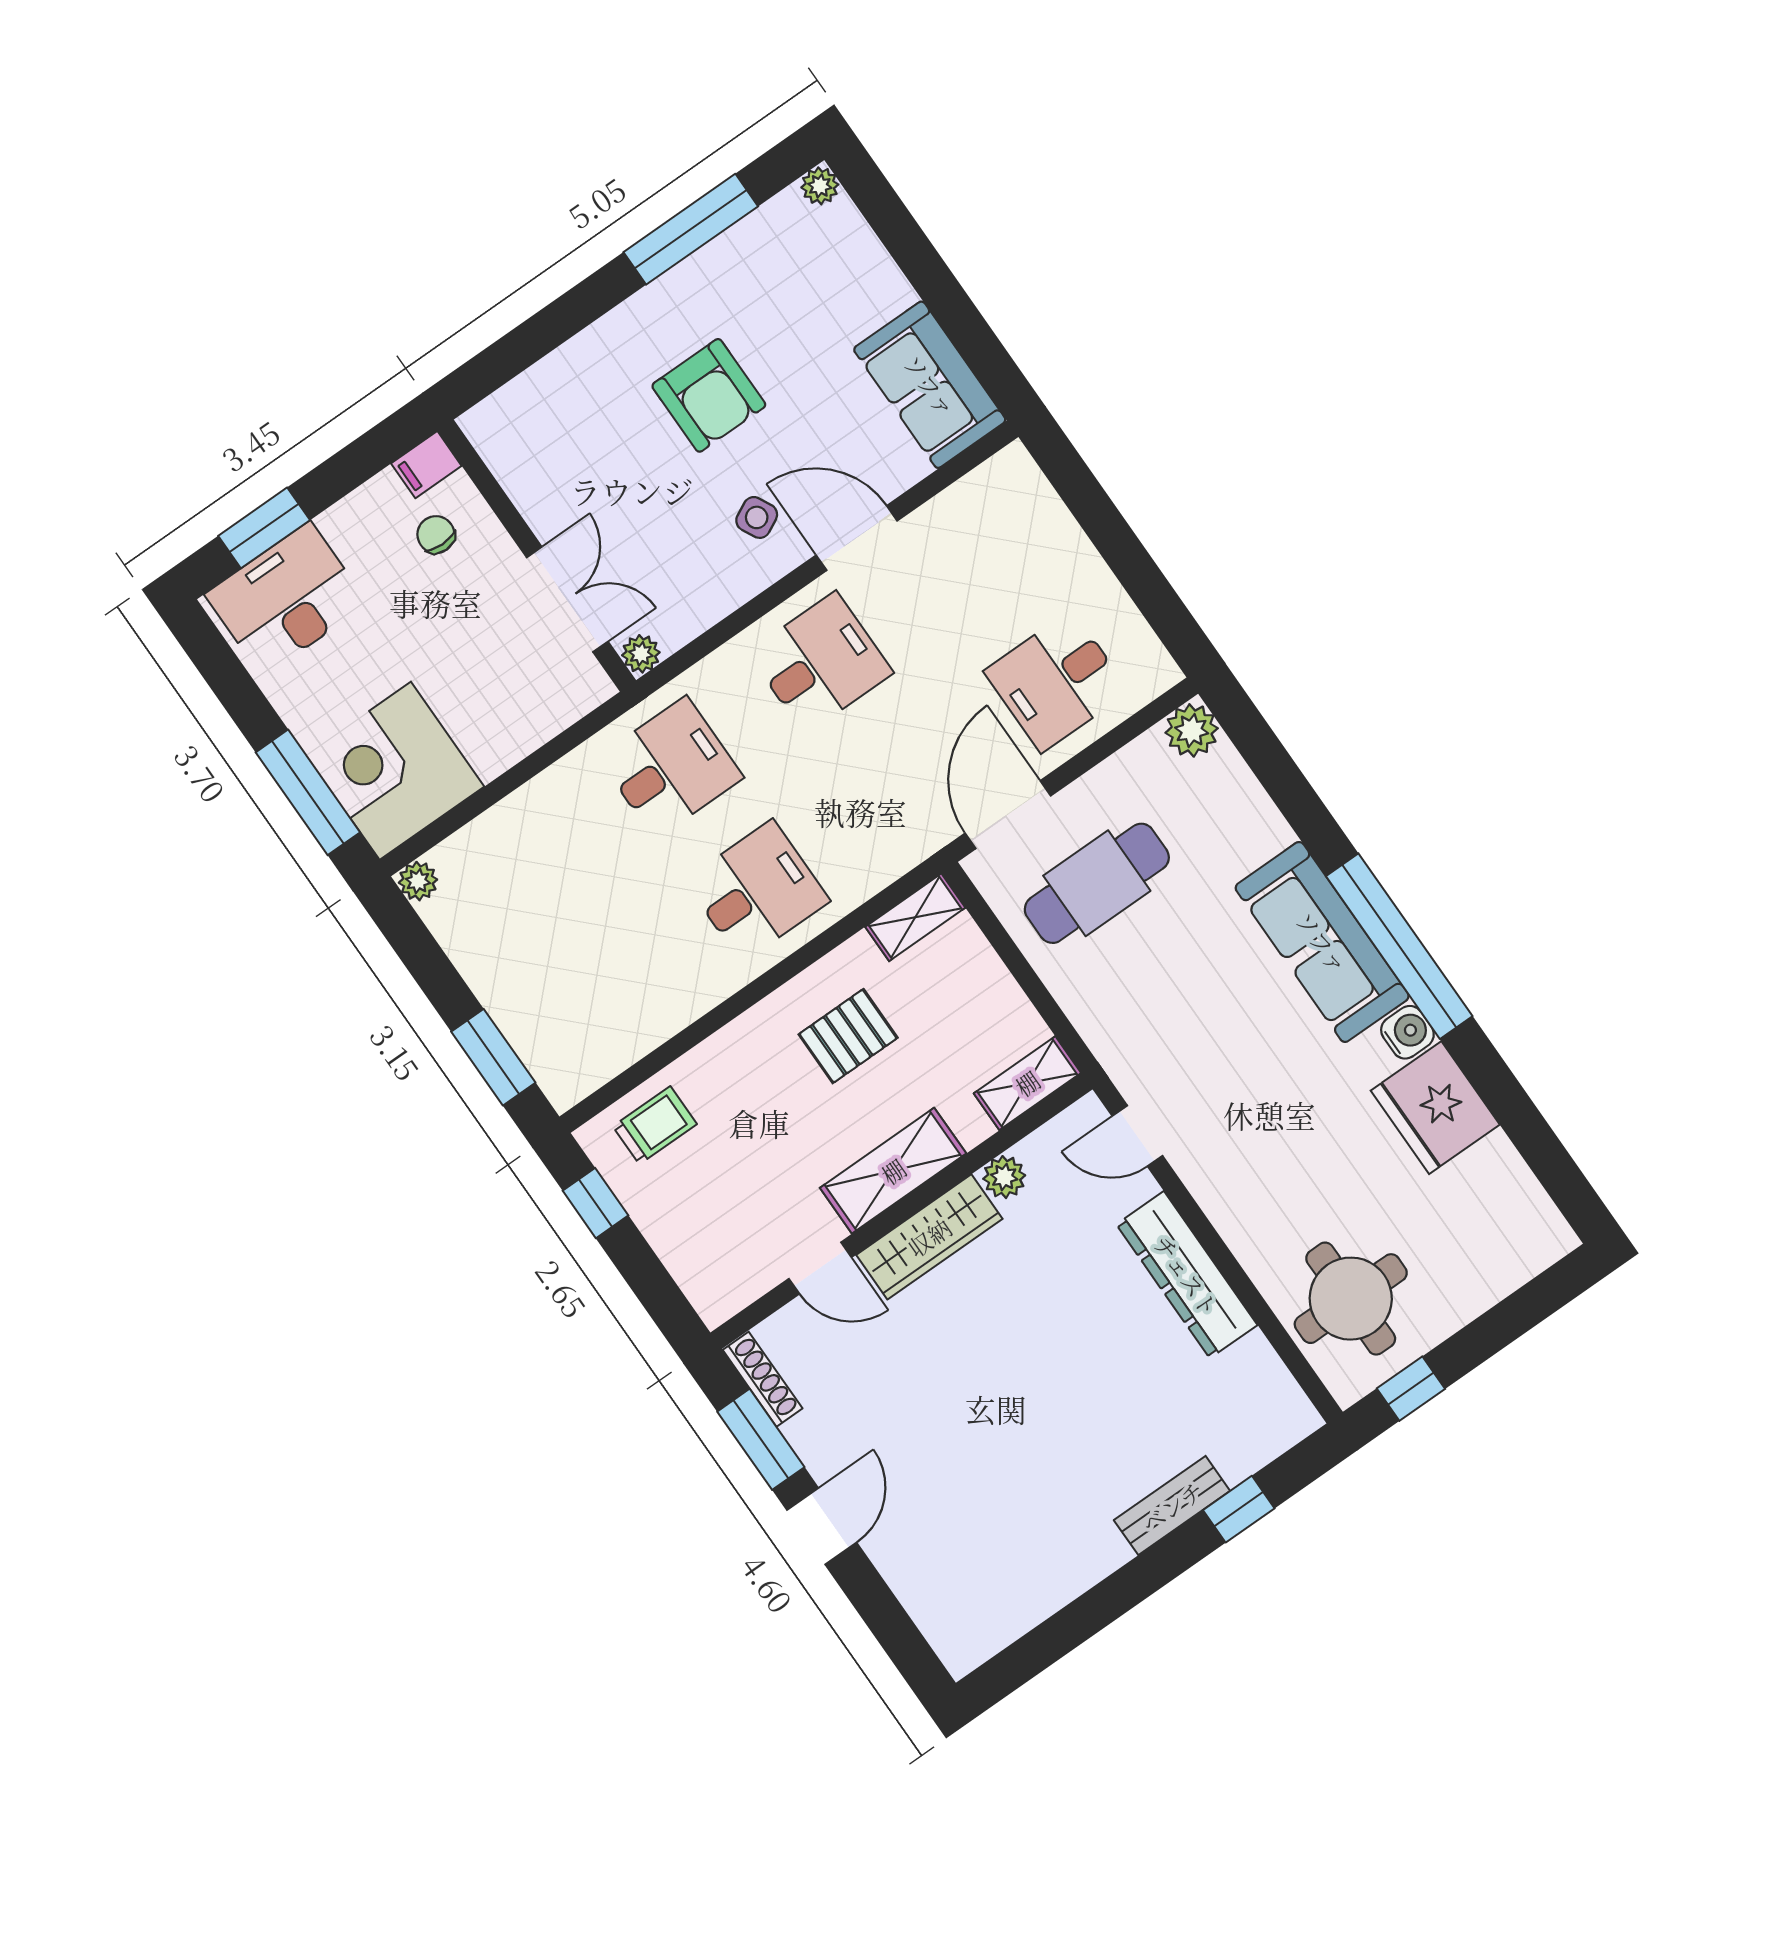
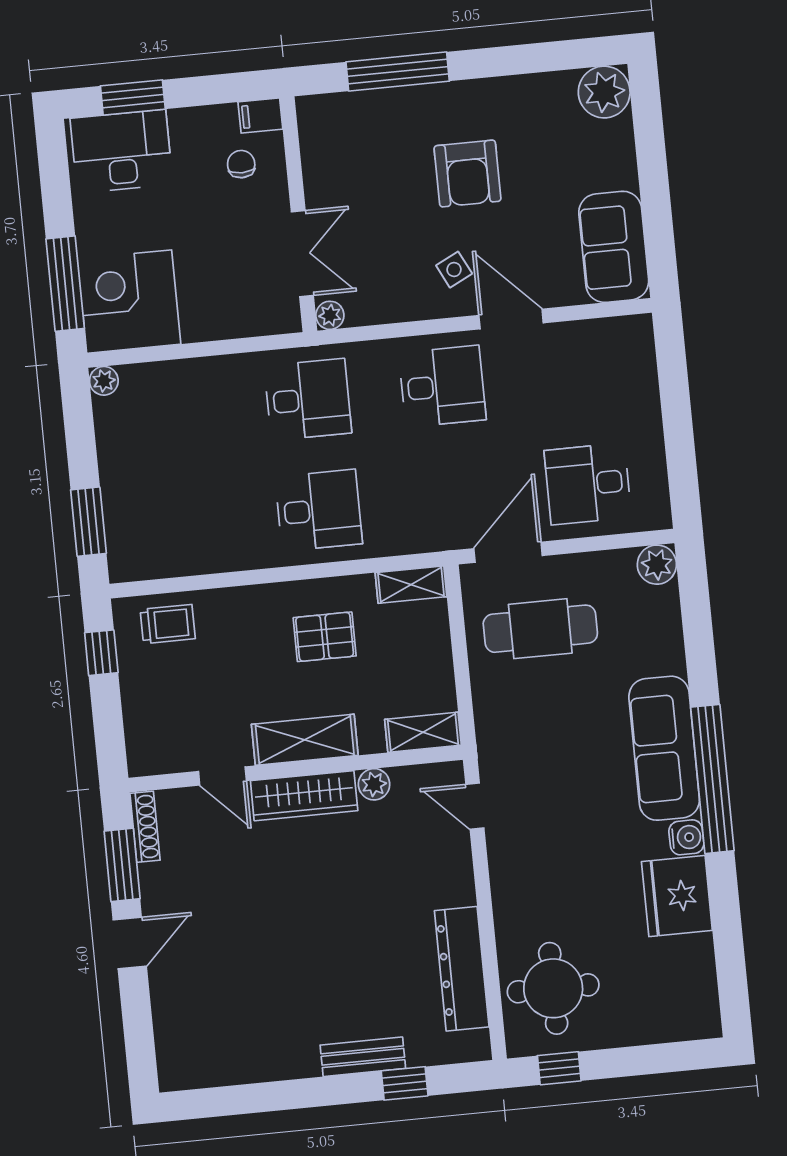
plant: (820, 186) -> (604, 92), width x1.88, depth x1.88
window: (691, 229) -> (398, 71), moved
dresser: (1187, 1275) -> (462, 969), moved

